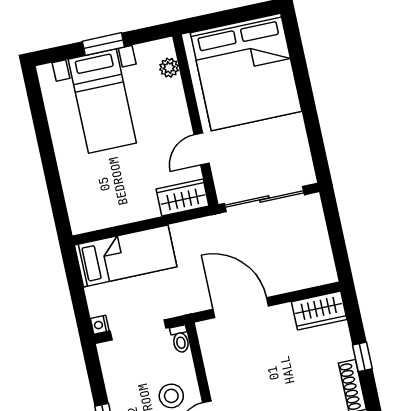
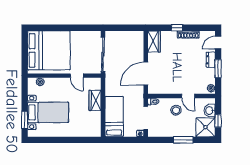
window: (103, 44) -> (25, 120), moved
wardrobe: (182, 197) -> (95, 100), moved

